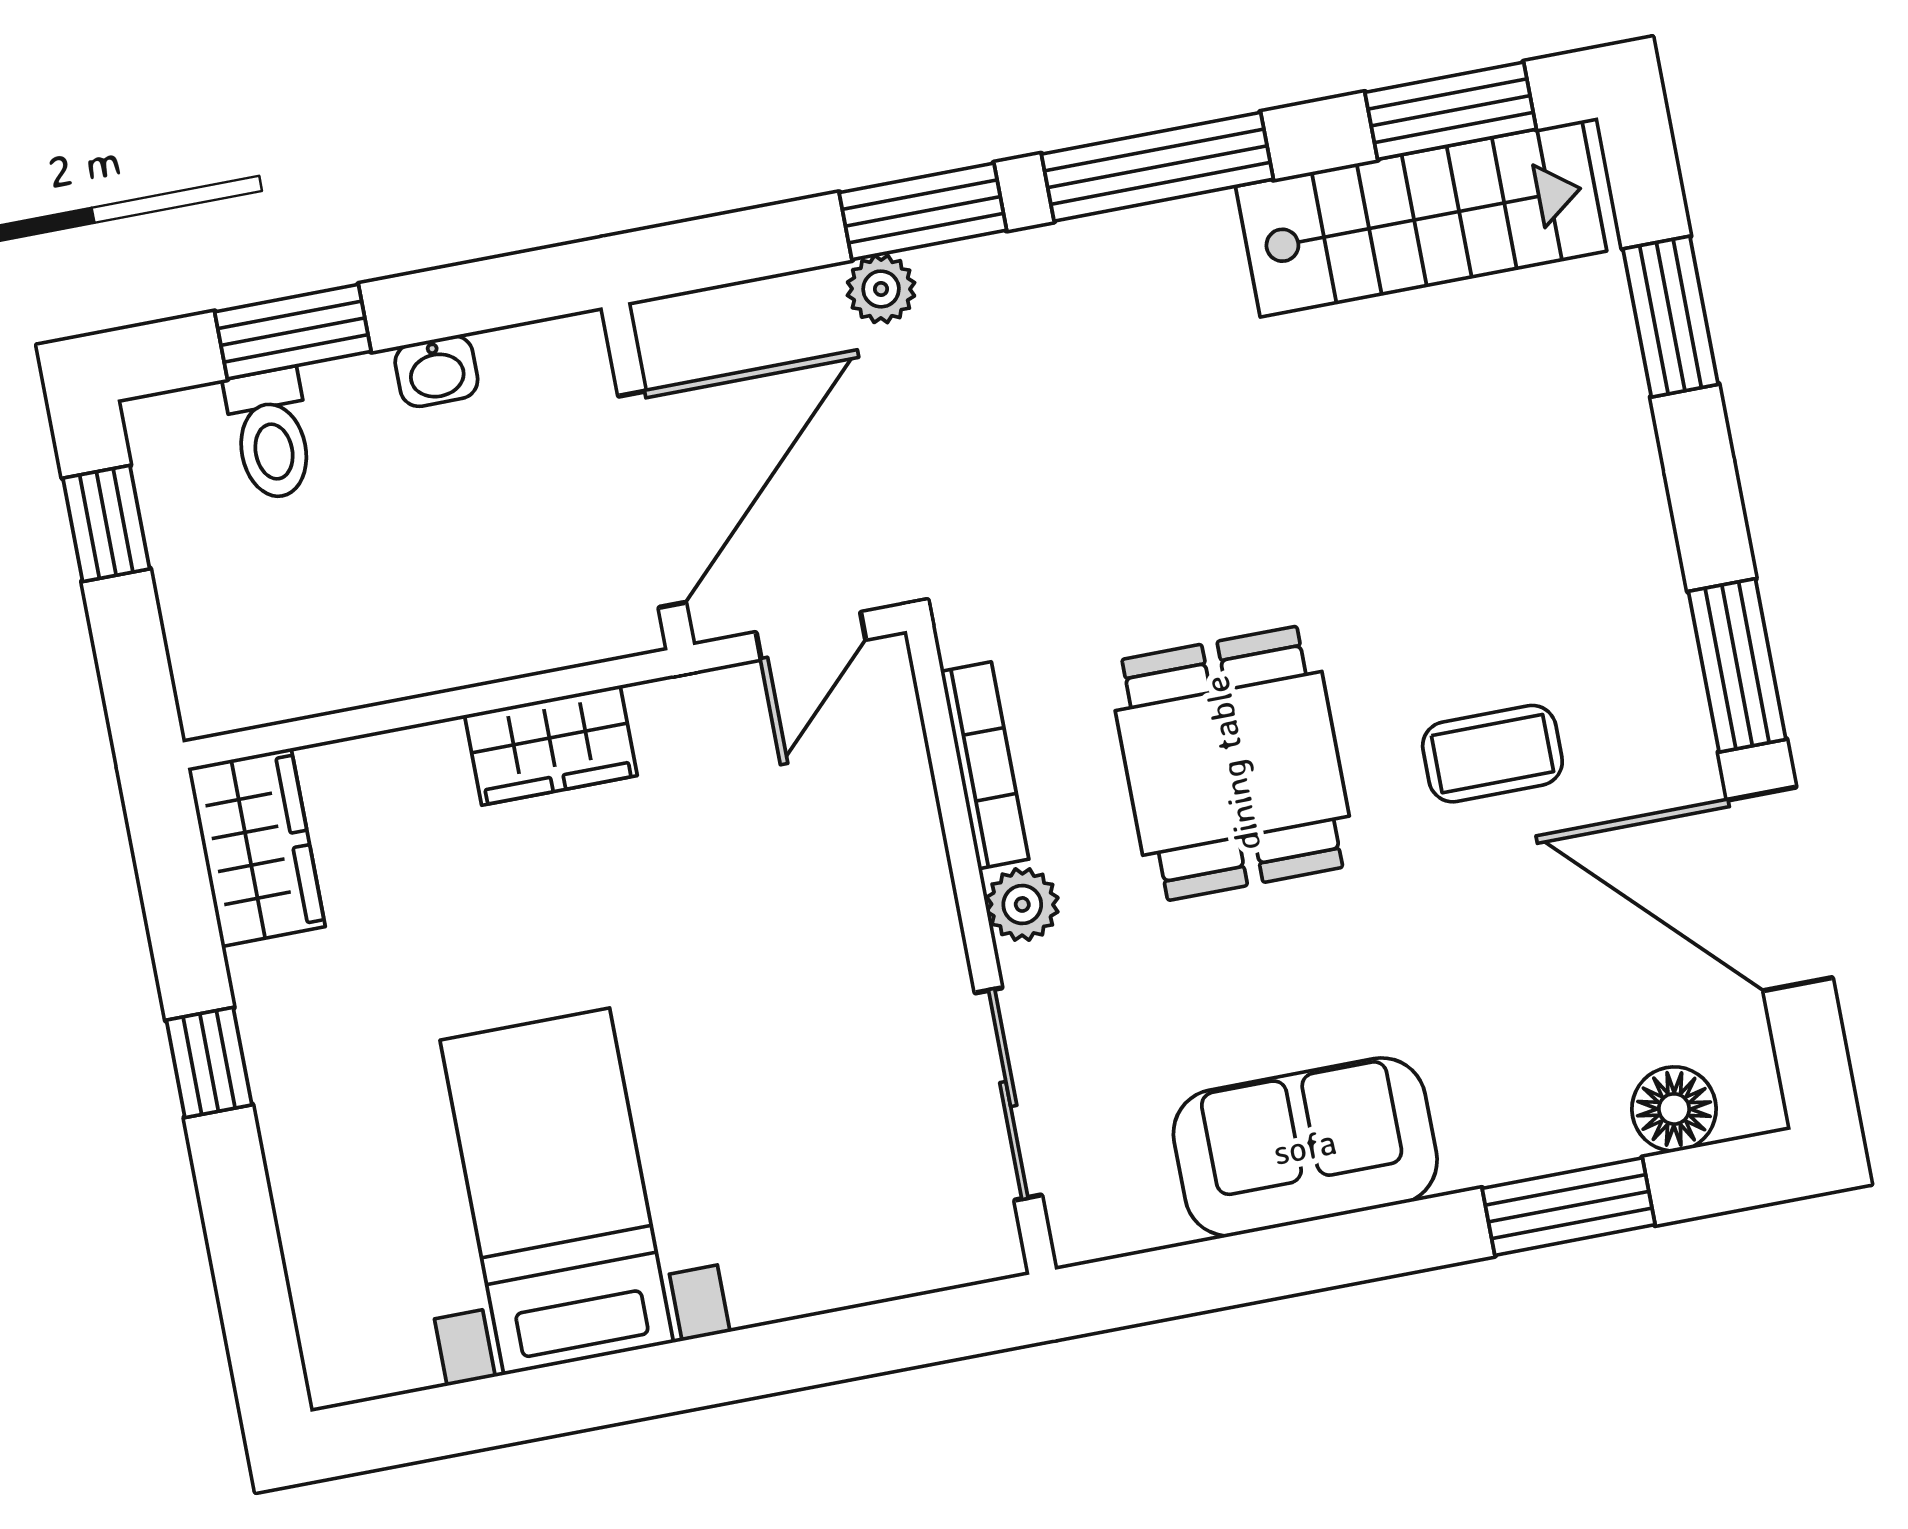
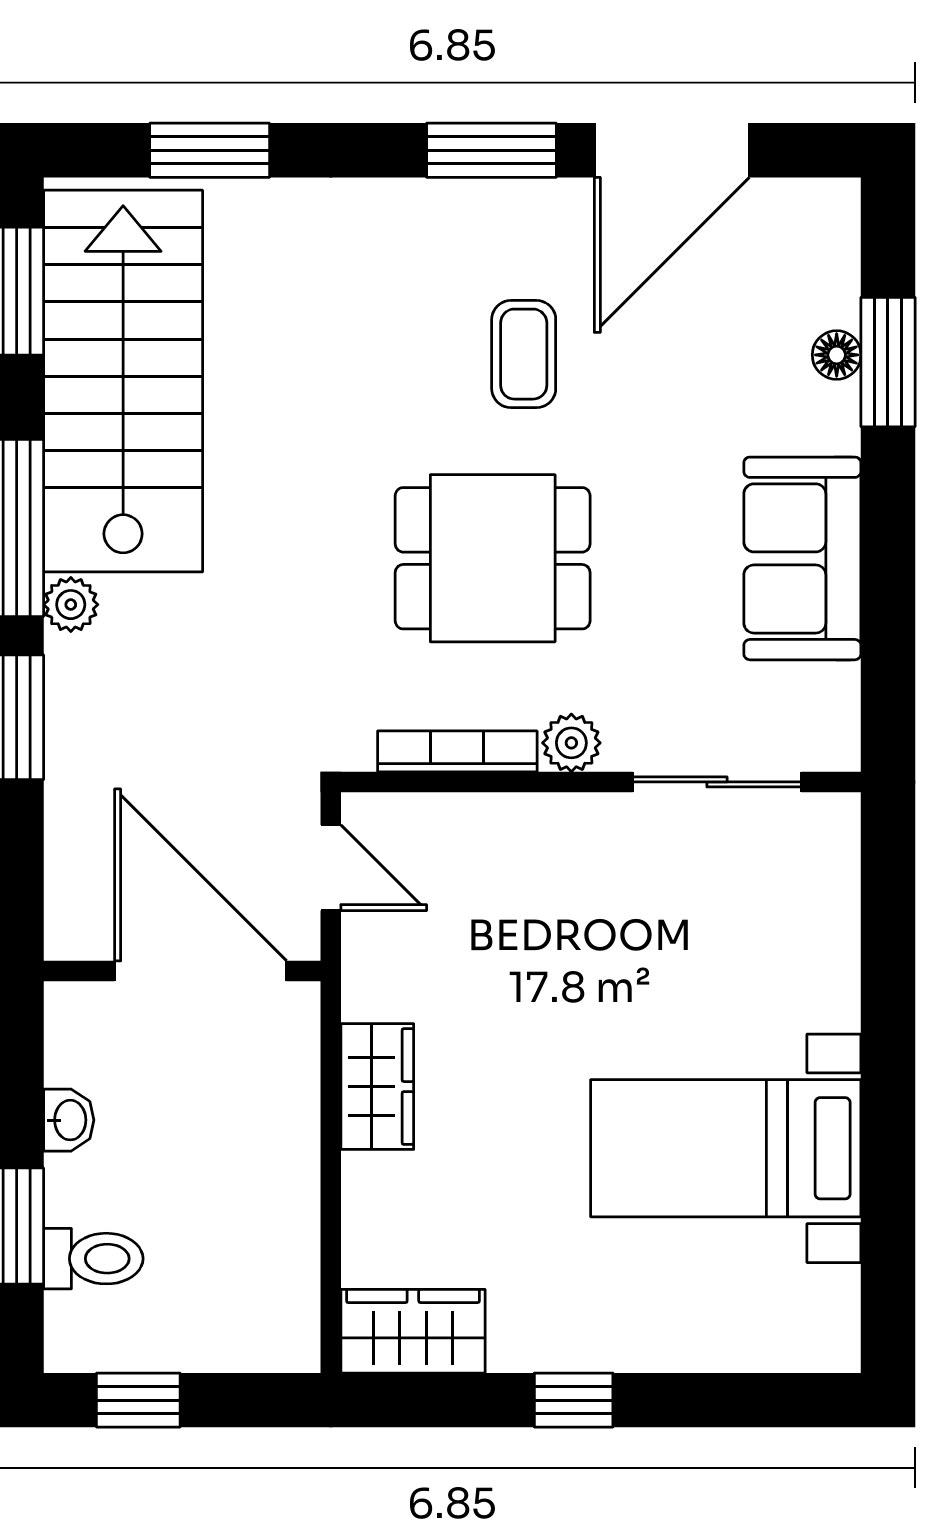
stairs: (1421, 219) -> (123, 381), width x1.36, depth x1.51
plant: (881, 289) -> (71, 605), moved
floor lamp: (1674, 1109) -> (837, 355), moved, width x0.73, depth x0.73

